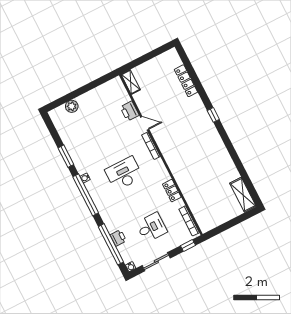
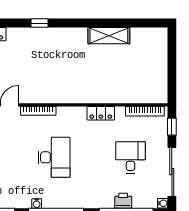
desk: (124, 174) -> (54, 157), turned 180
shelving: (243, 195) -> (109, 36), moved
sliding door: (156, 262) -> (172, 172), width x1.37

